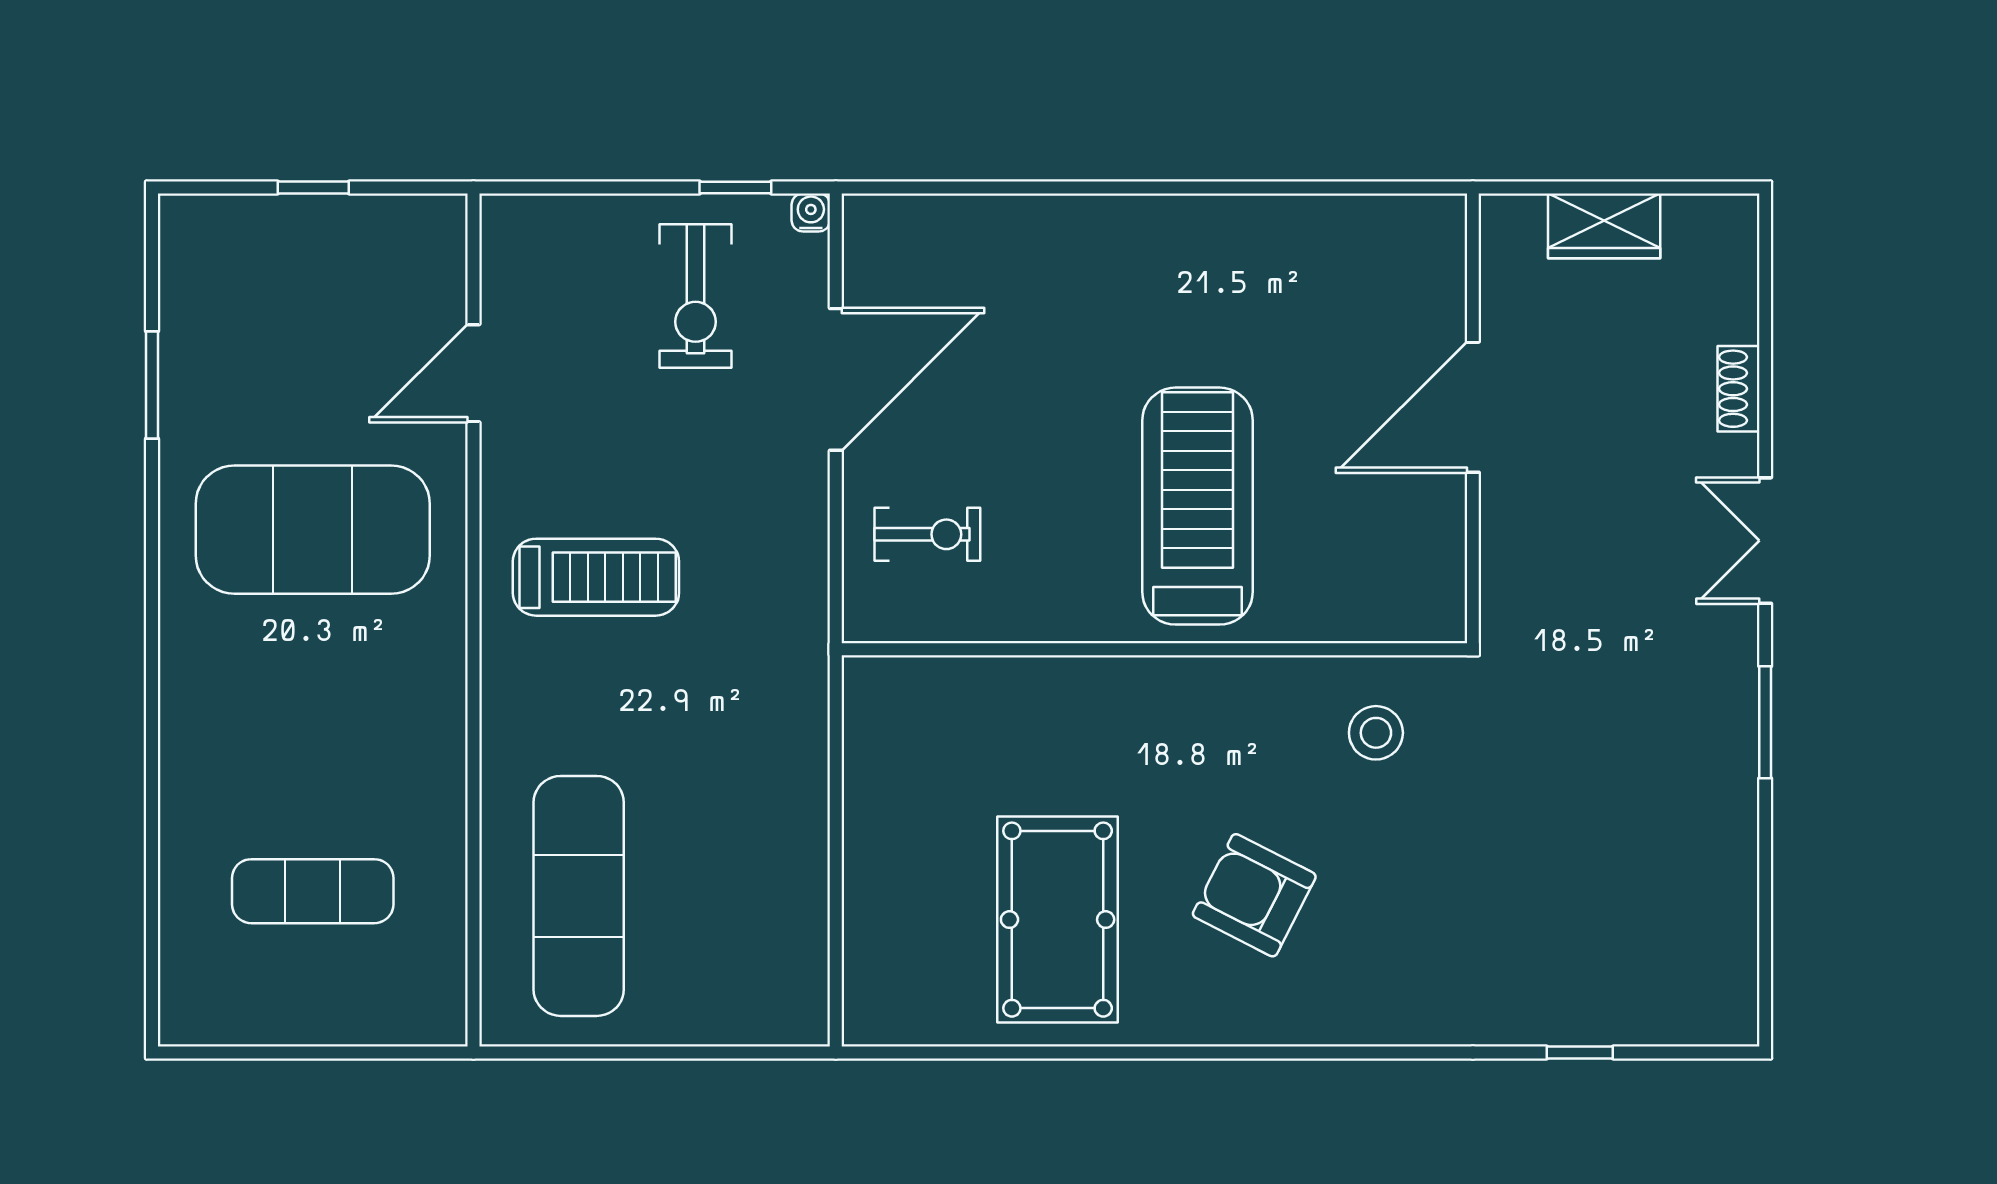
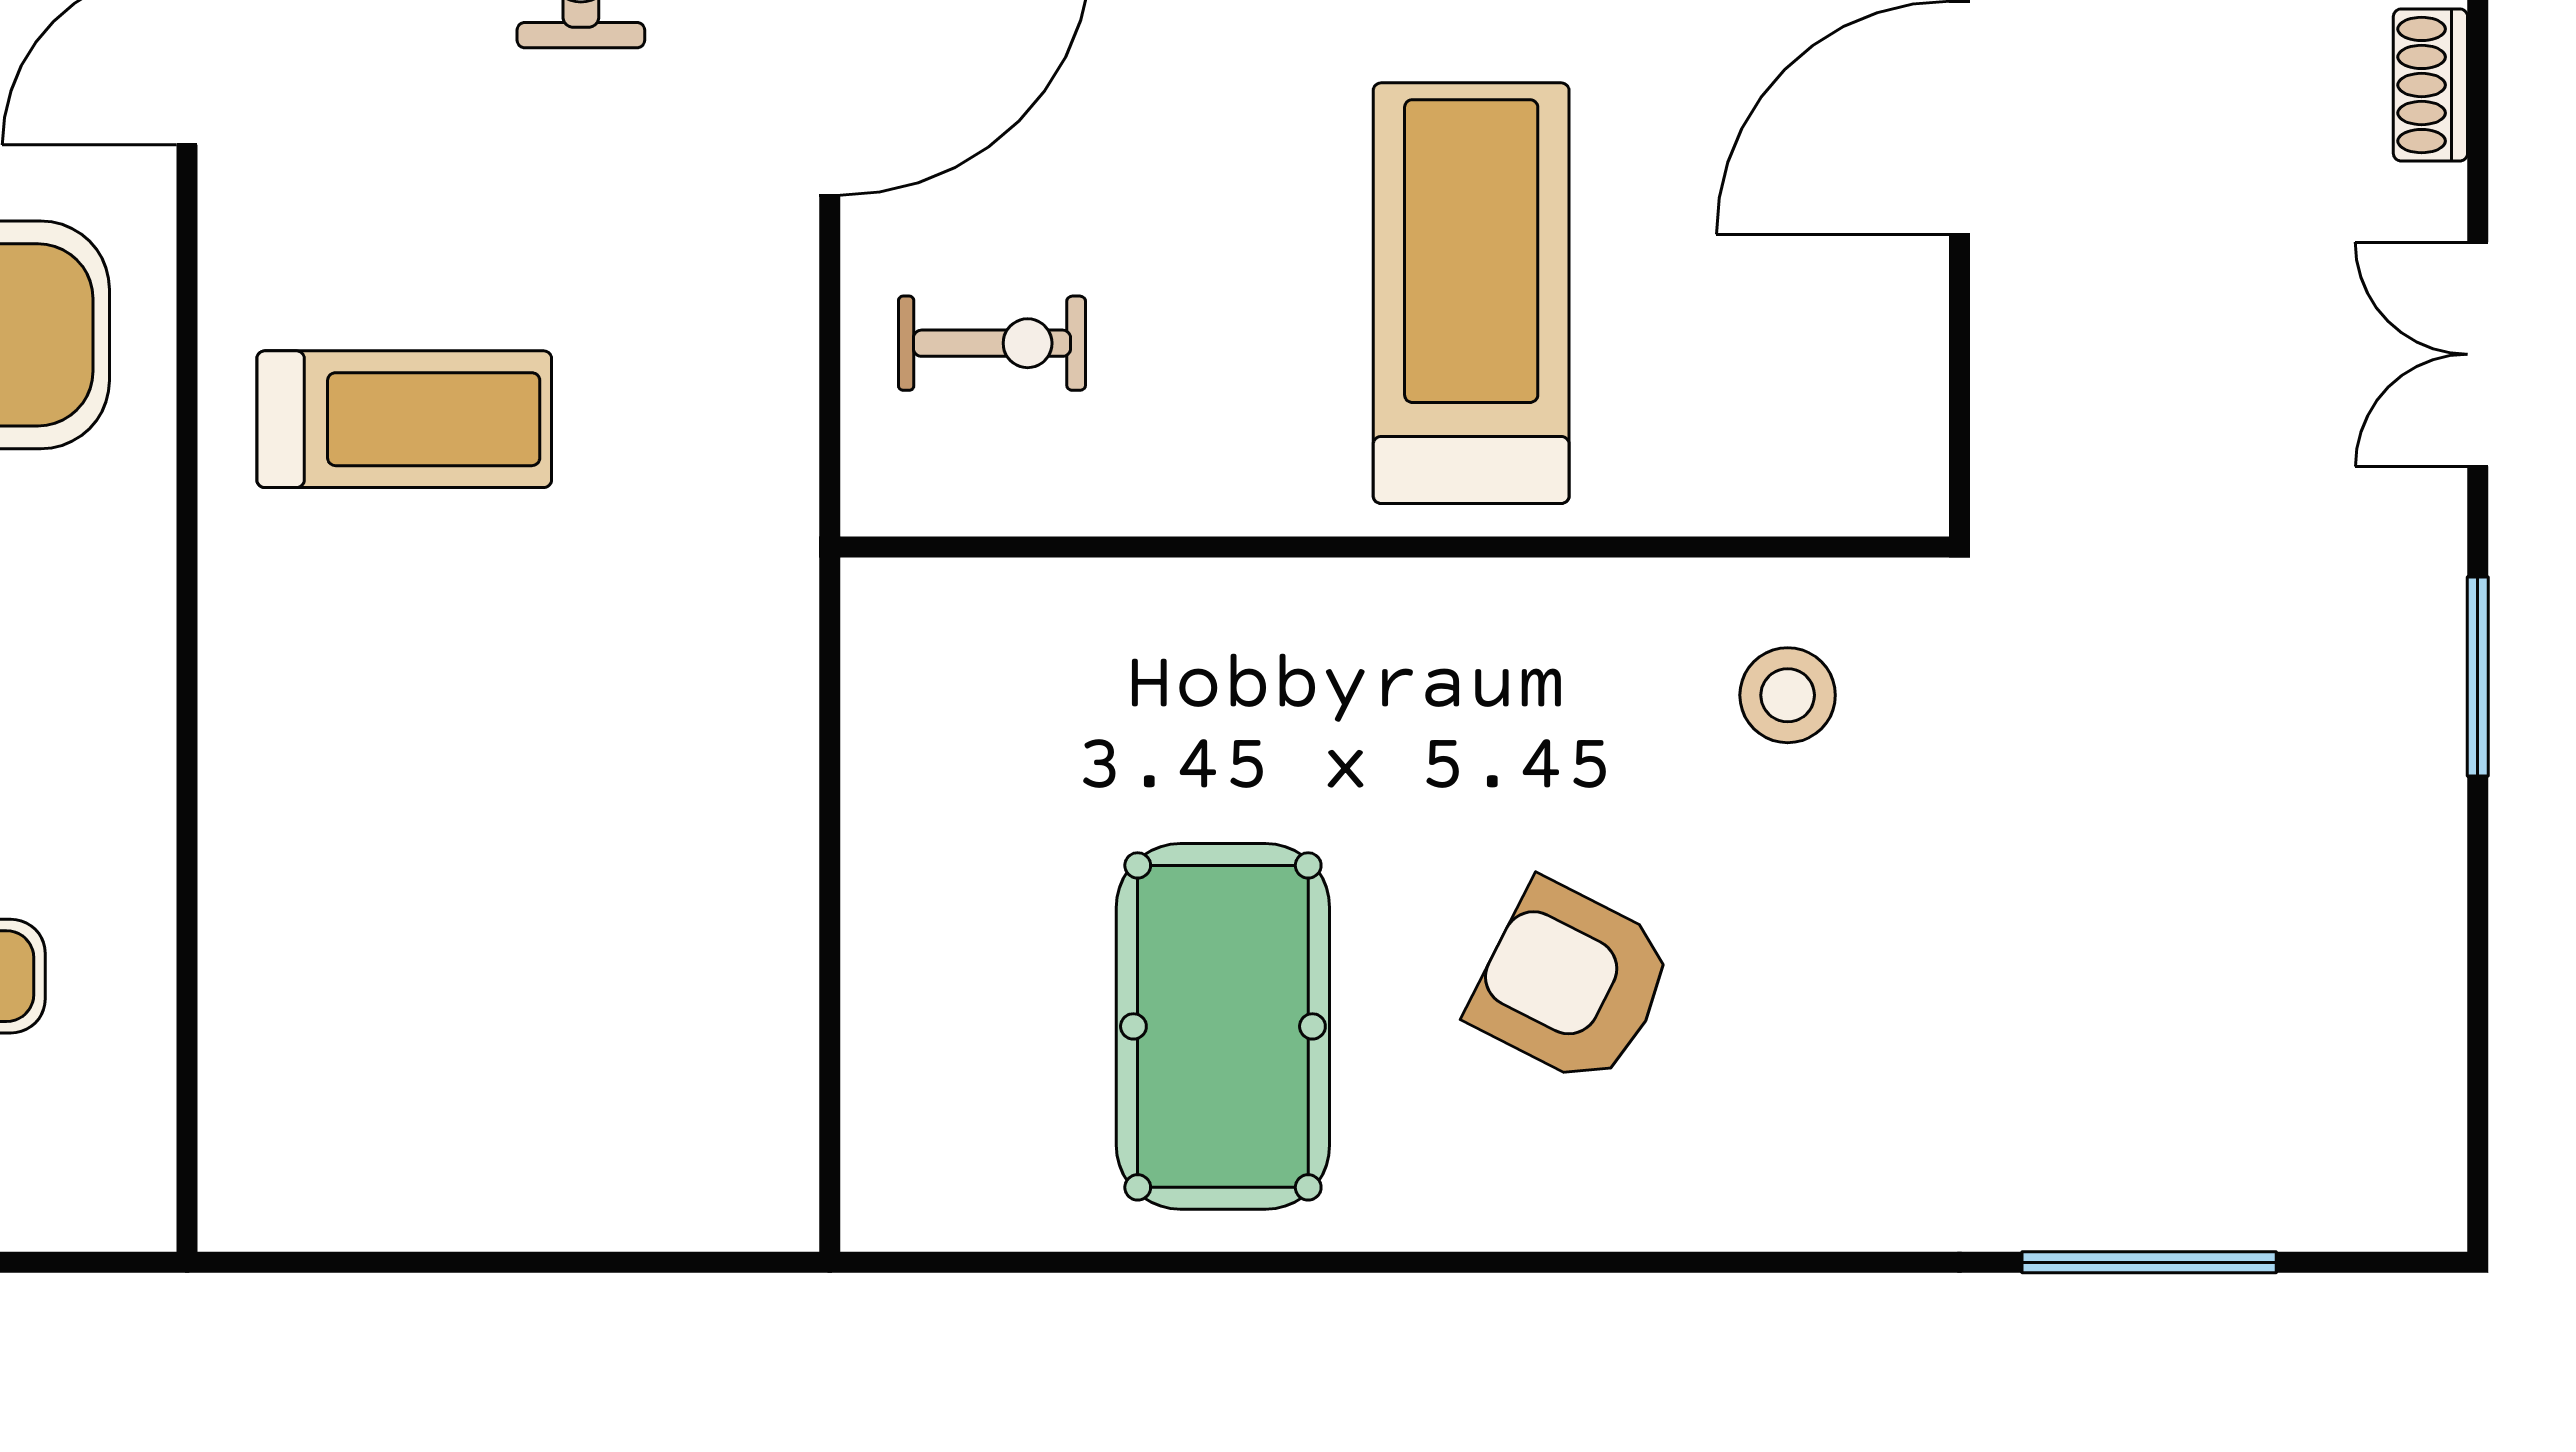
exercise mat: (579, 896) -> (374, 985), removed
window: (1580, 1053) -> (2149, 1262), width x2.17

